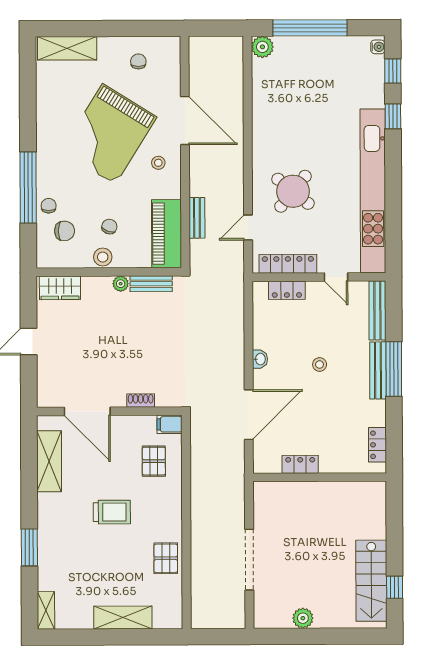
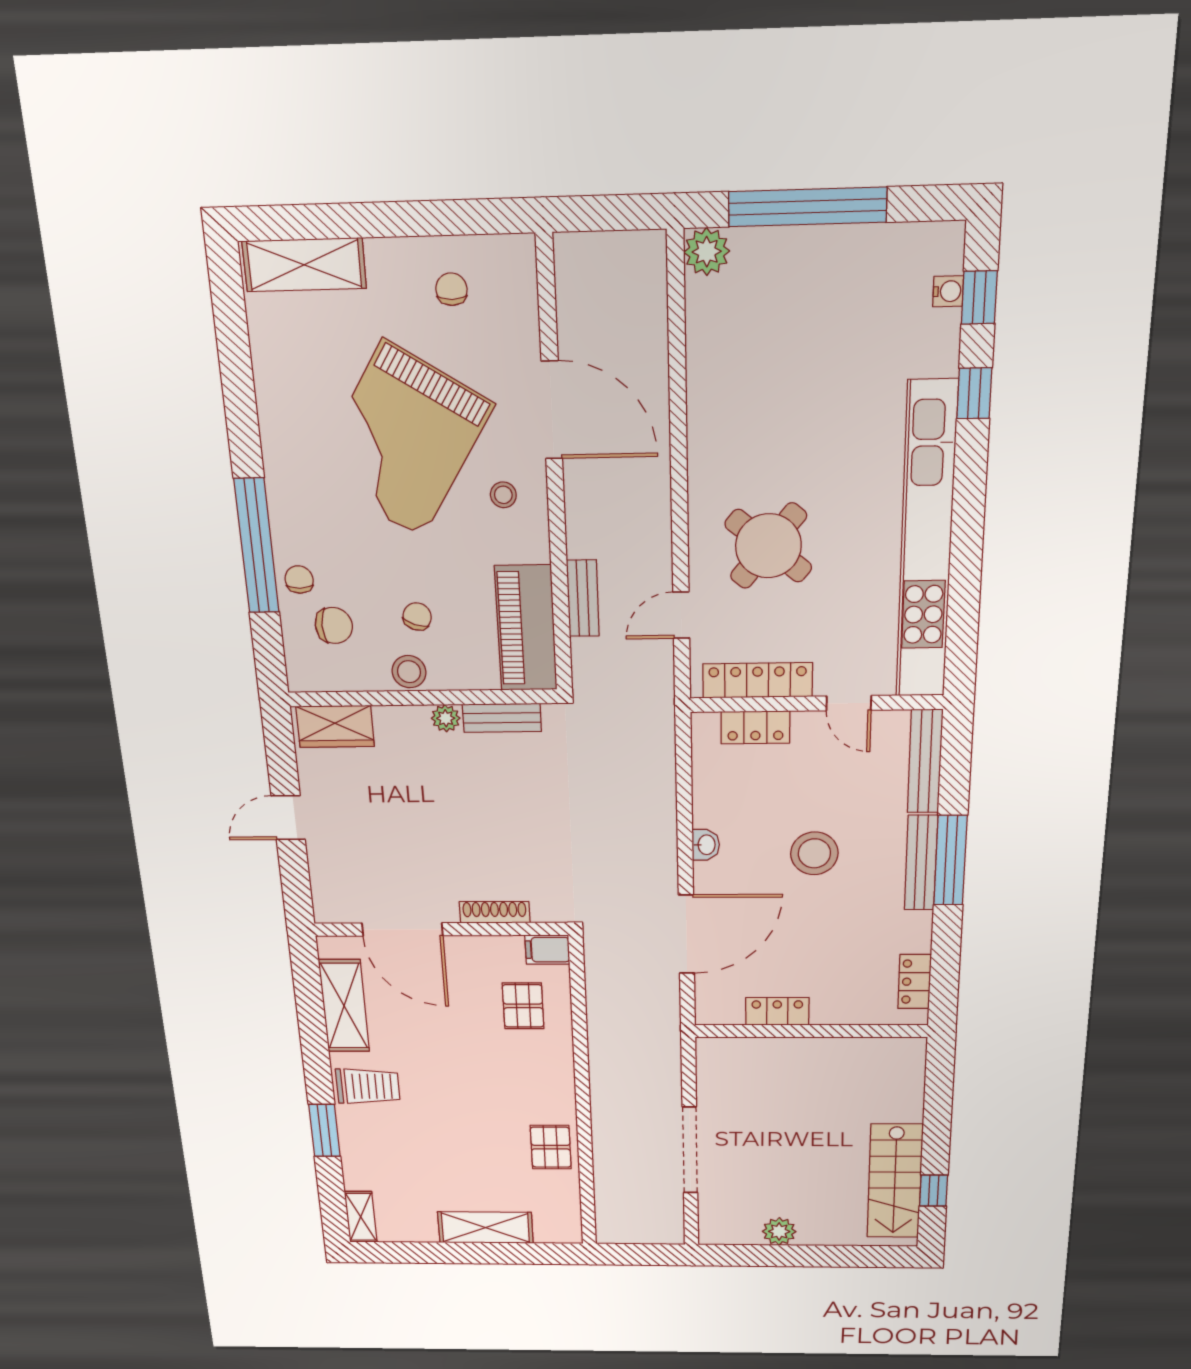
water cooler: (378, 47) -> (948, 291), moved
stool: (320, 365) -> (814, 853), width x1.89, depth x1.89
shoe rack: (141, 401) -> (495, 912), width x1.43
trolley: (112, 512) -> (368, 1086), moved

